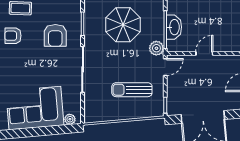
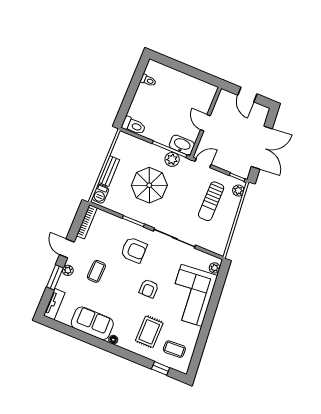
washbasin: (174, 27) -> (182, 145), moved
armchair: (13, 36) -> (149, 288), moved
plant: (156, 48) -> (172, 159), moved
door: (165, 67) -> (203, 163), hinge flipped
plant: (153, 111) -> (238, 191), added

